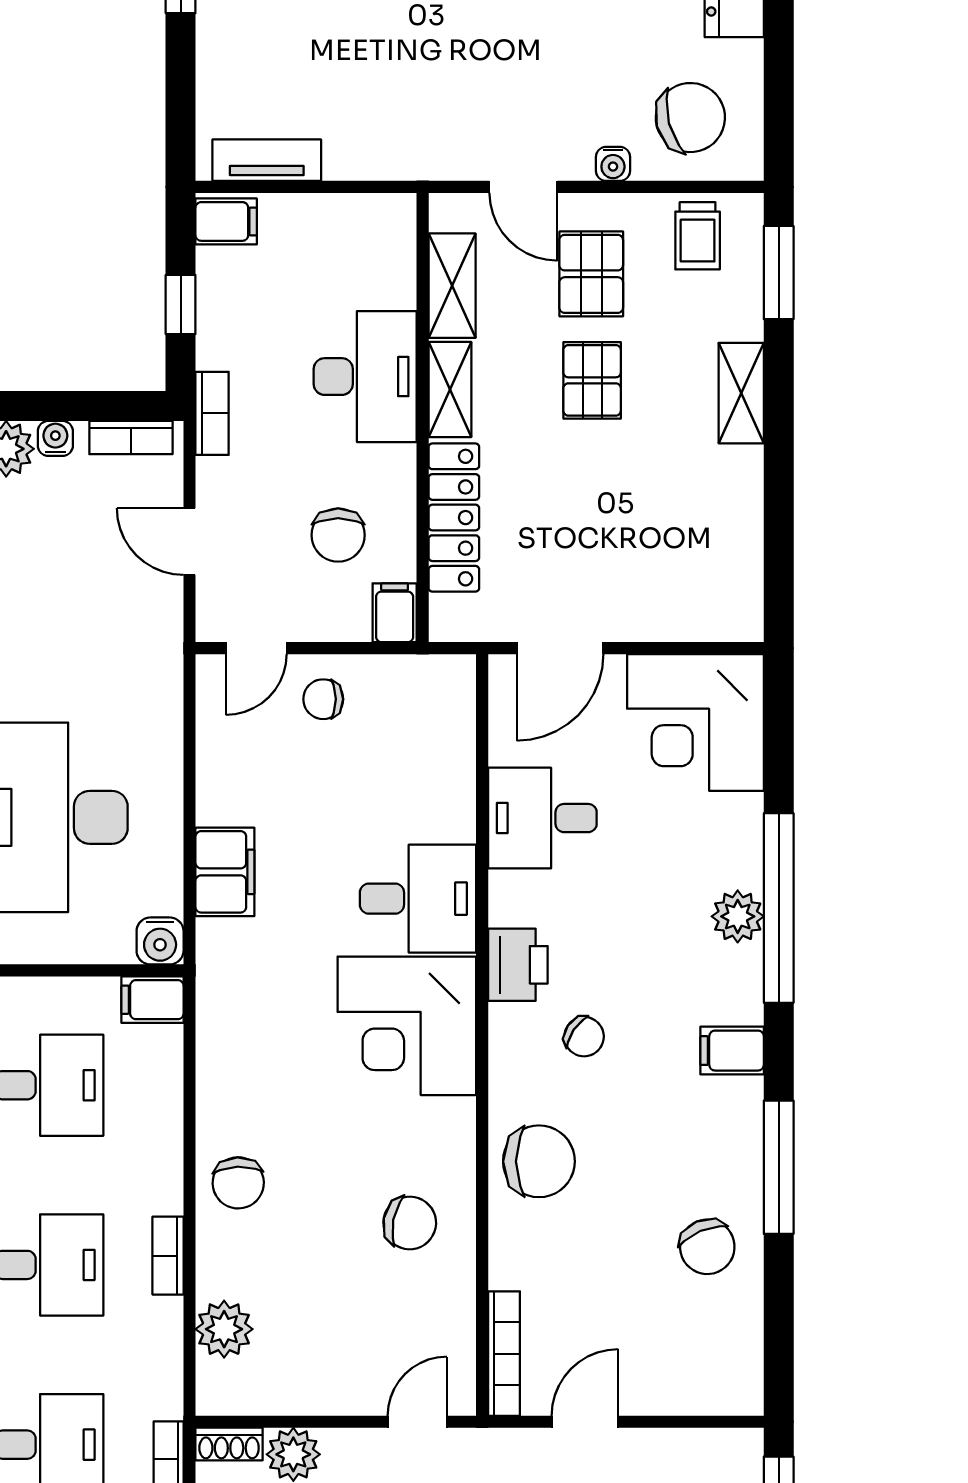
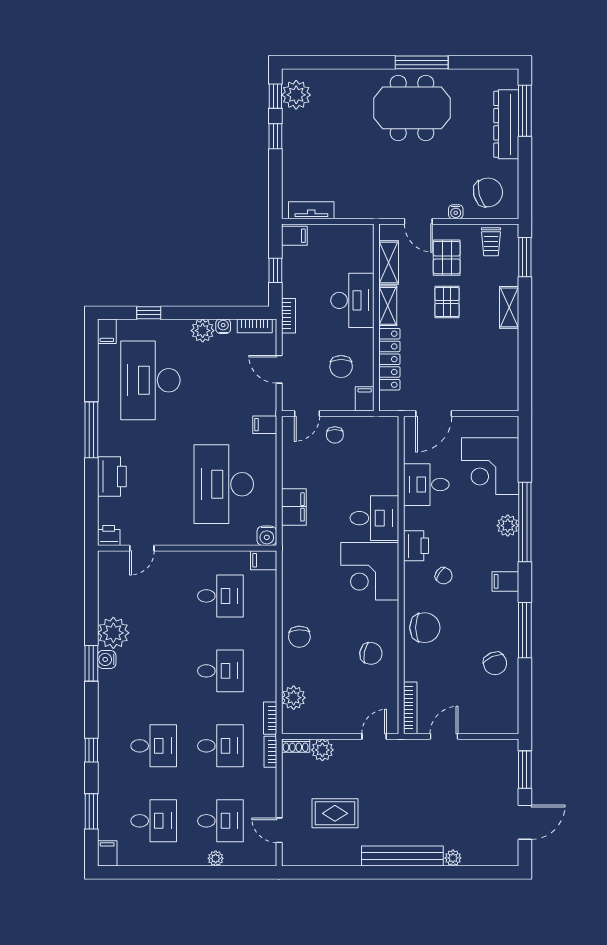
filing cabinet: (155, 675) -> (265, 425), added
chair: (323, 699) -> (335, 435), turned -90
corner desk: (695, 722) -> (490, 466), moved
bookcase: (168, 1256) -> (270, 718), moved

